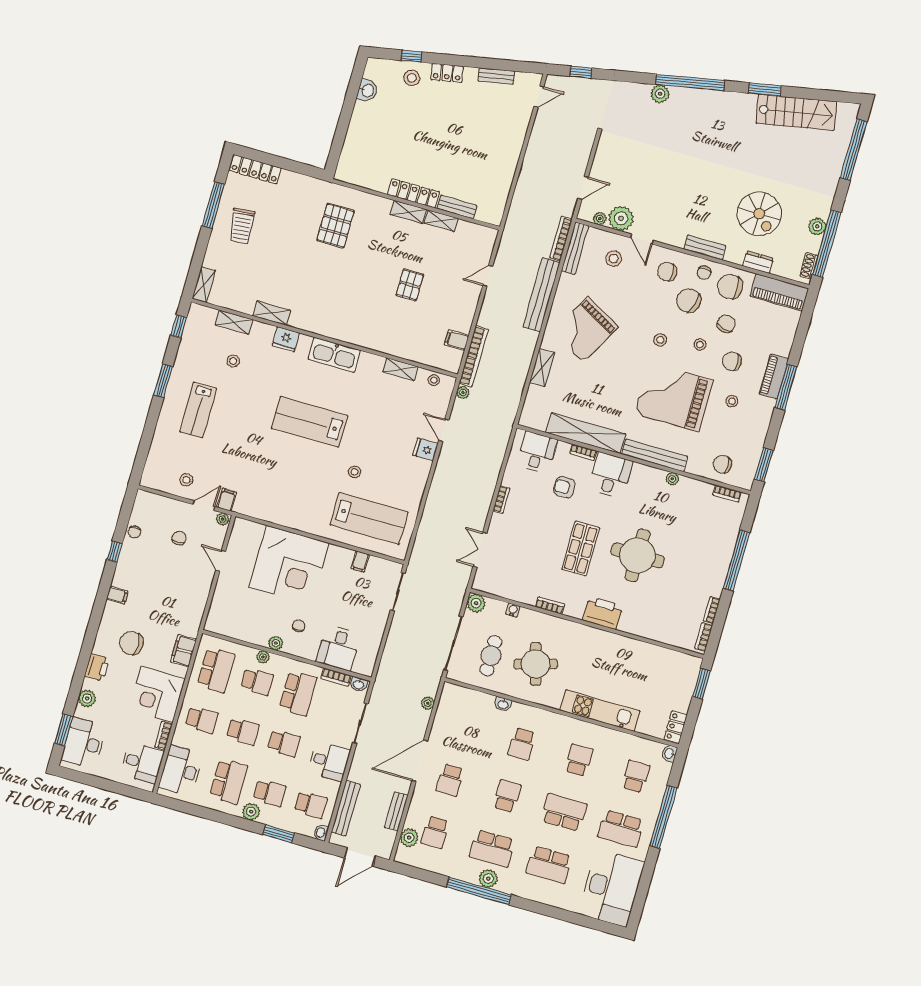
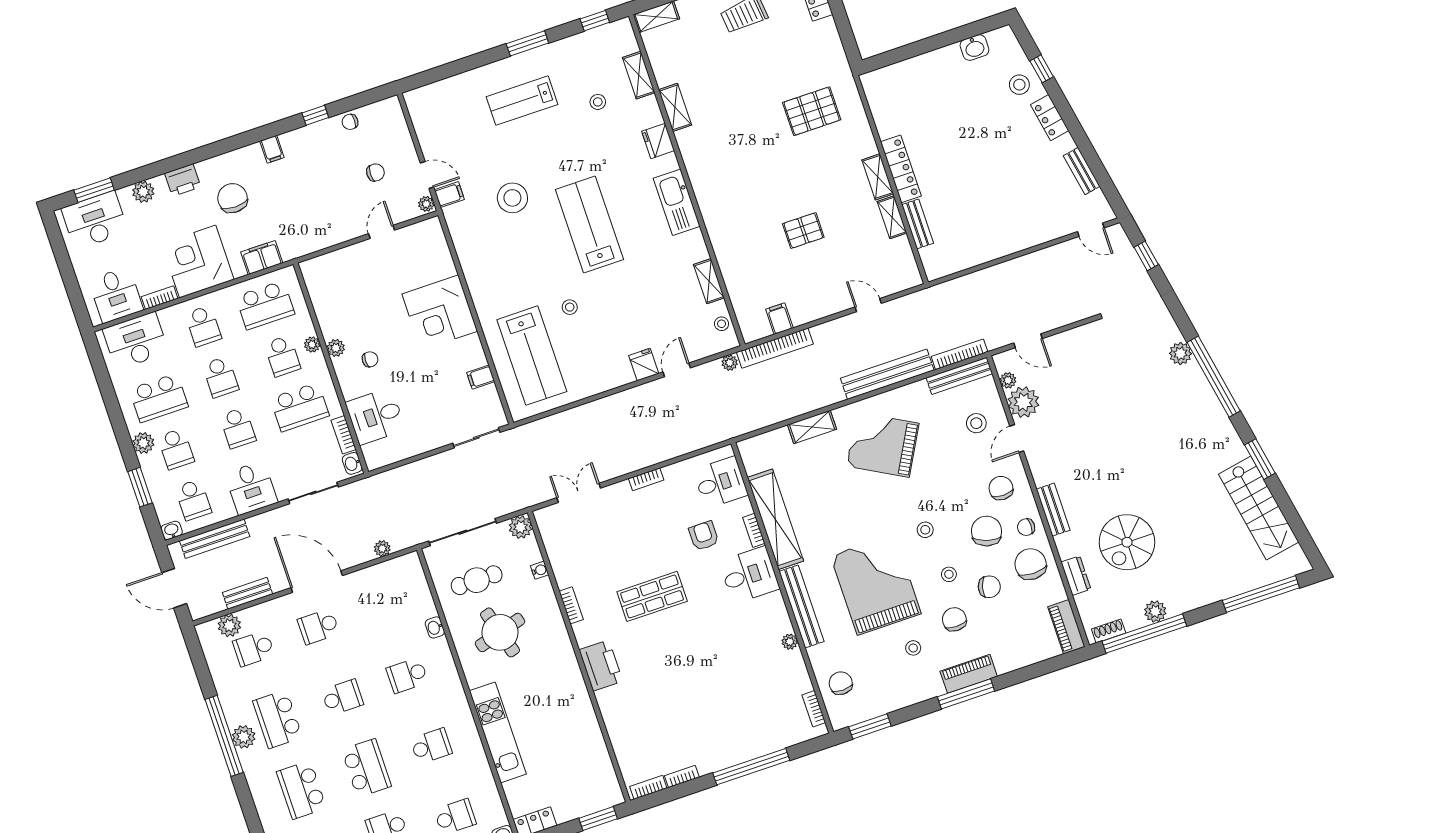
piano: (779, 292) -> (1066, 627), width x0.73, depth x0.75
stool: (186, 480) -> (512, 198), moved, width x1.89, depth x1.89
round table: (638, 555) -> (686, 660), removed
corner desk: (289, 565) -> (440, 313), width x0.74, depth x0.74

